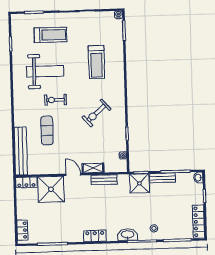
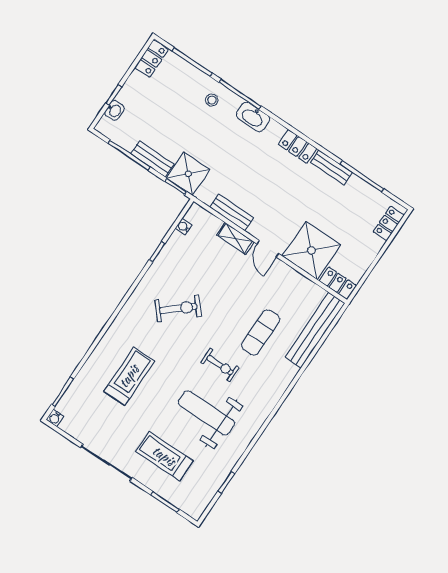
washbasin: (198, 178) -> (114, 110), moved
locker: (199, 222) -> (151, 58), width x0.66
bench: (71, 238) -> (332, 167), added

